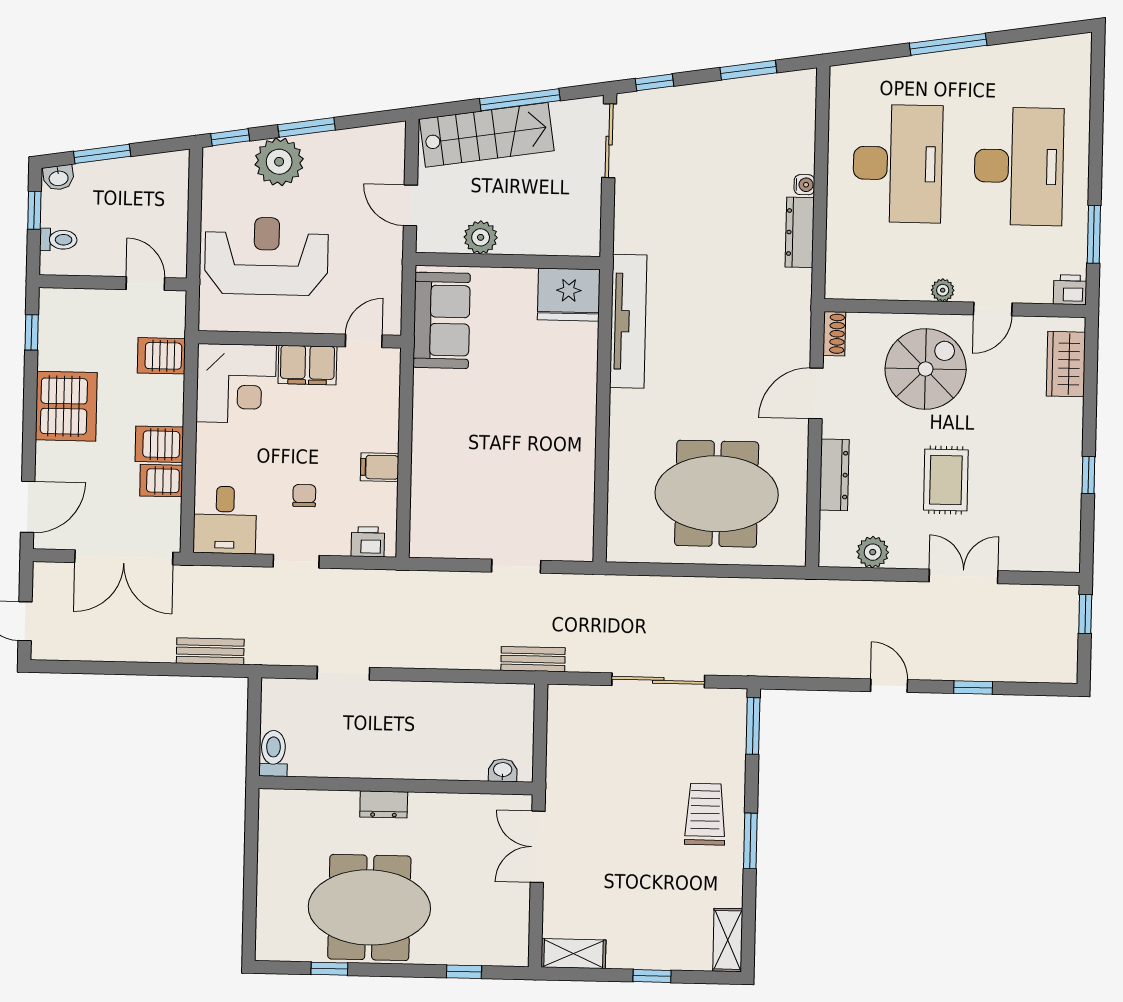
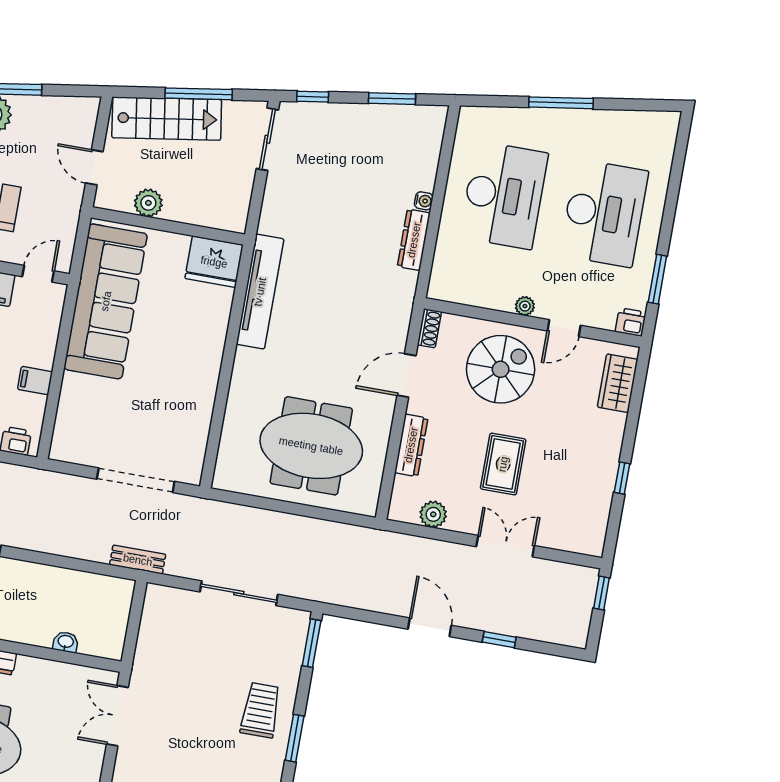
sofa: (442, 320) -> (106, 301), width x1.85, depth x1.27
doorway: (516, 566) -> (136, 480), width x1.87
door: (889, 686) -> (430, 627), width x1.38
washbasin: (503, 770) -> (66, 642), moved

